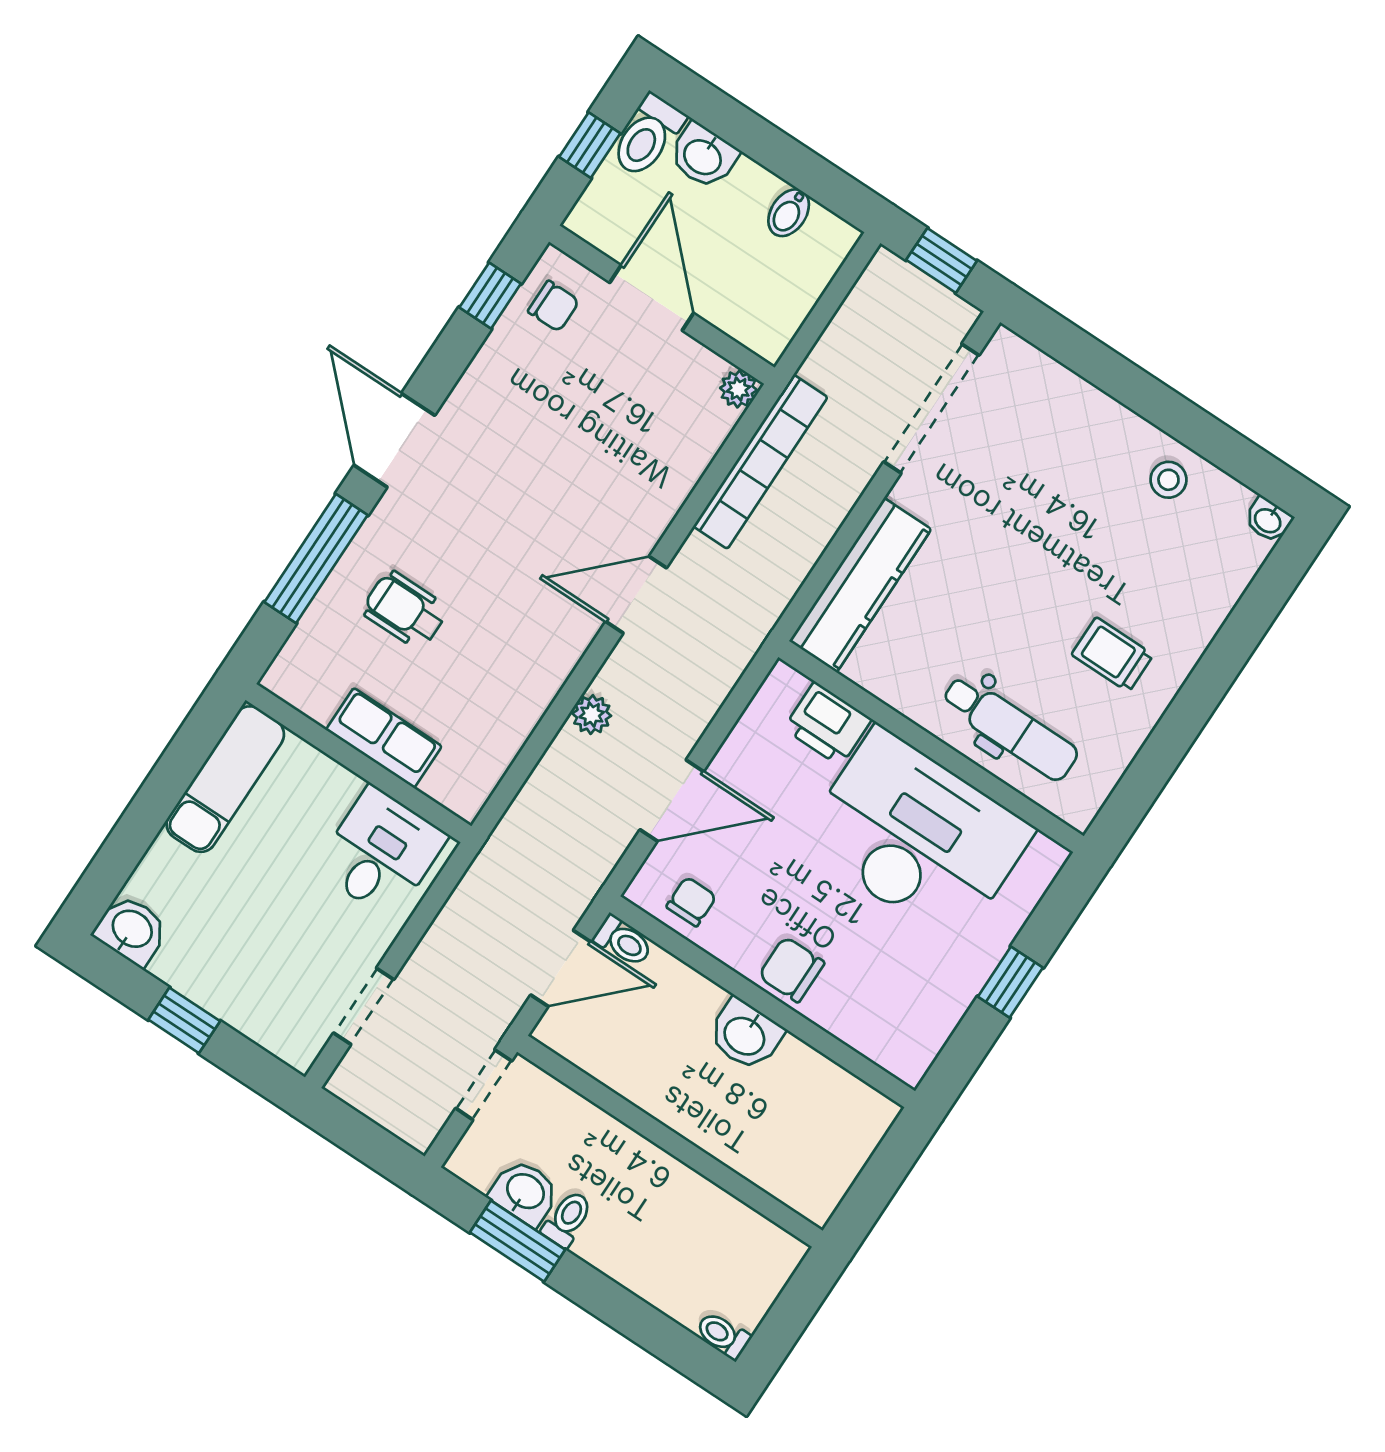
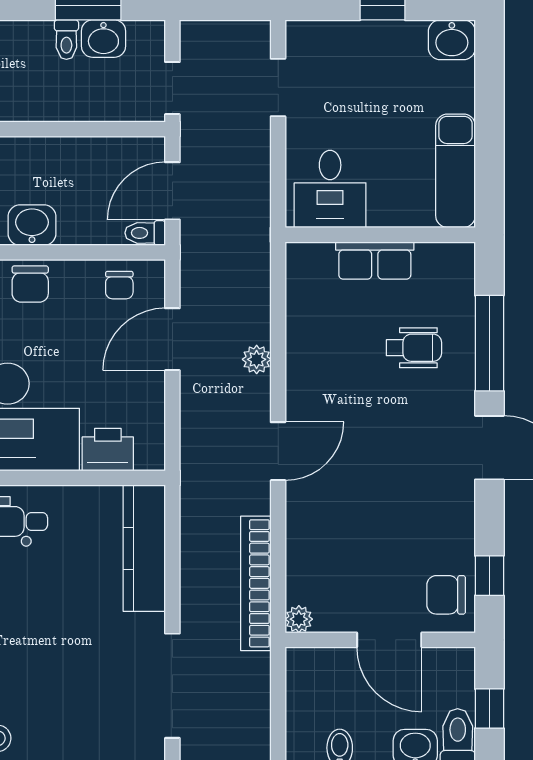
chair: (554, 306) -> (446, 595), width x1.37, depth x1.37
chair: (791, 969) -> (30, 284), turned 90

